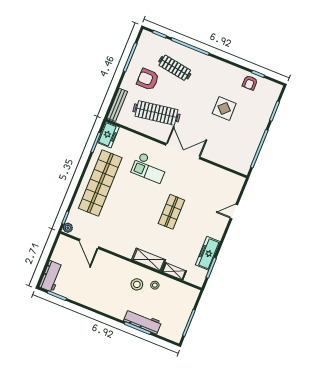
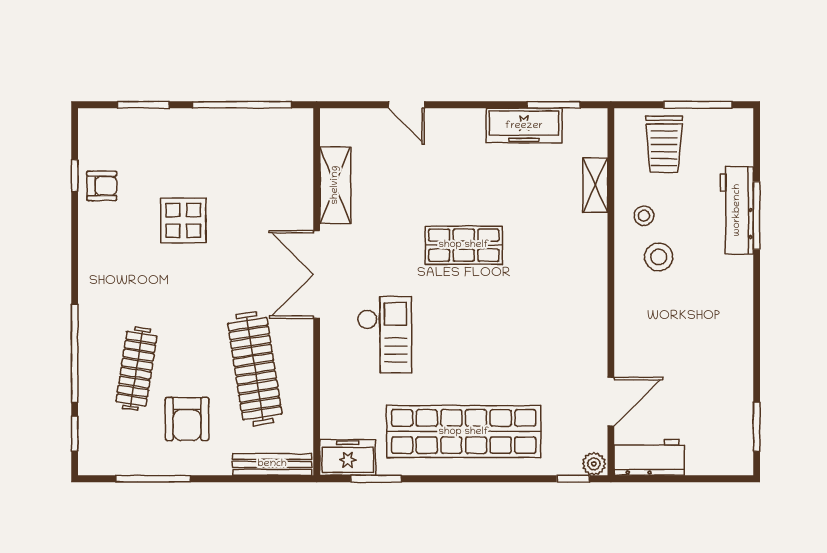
shelving: (149, 260) -> (335, 185), moved
workbench: (51, 276) -> (649, 457), moved
trolley: (179, 304) -> (664, 144), added

